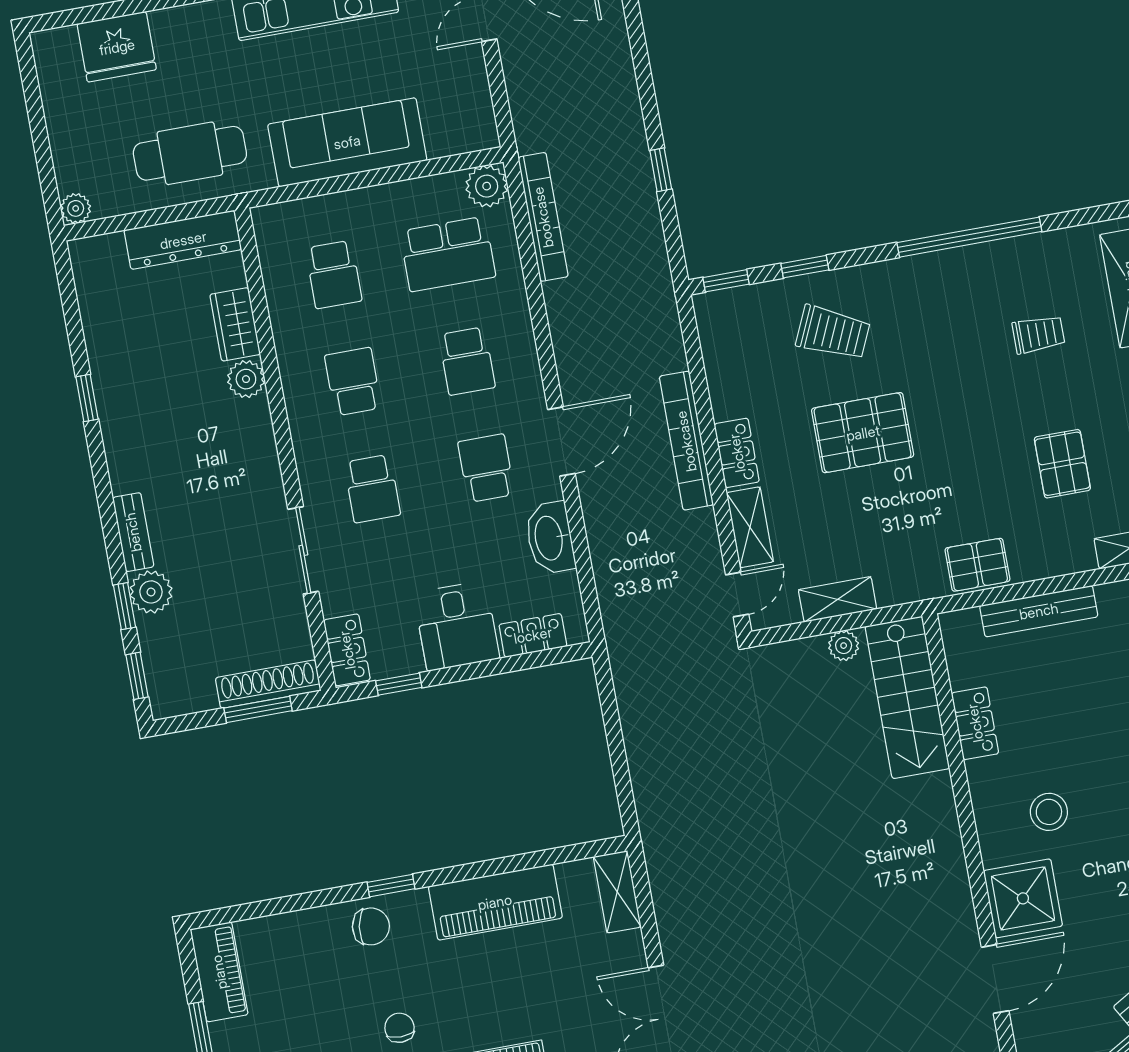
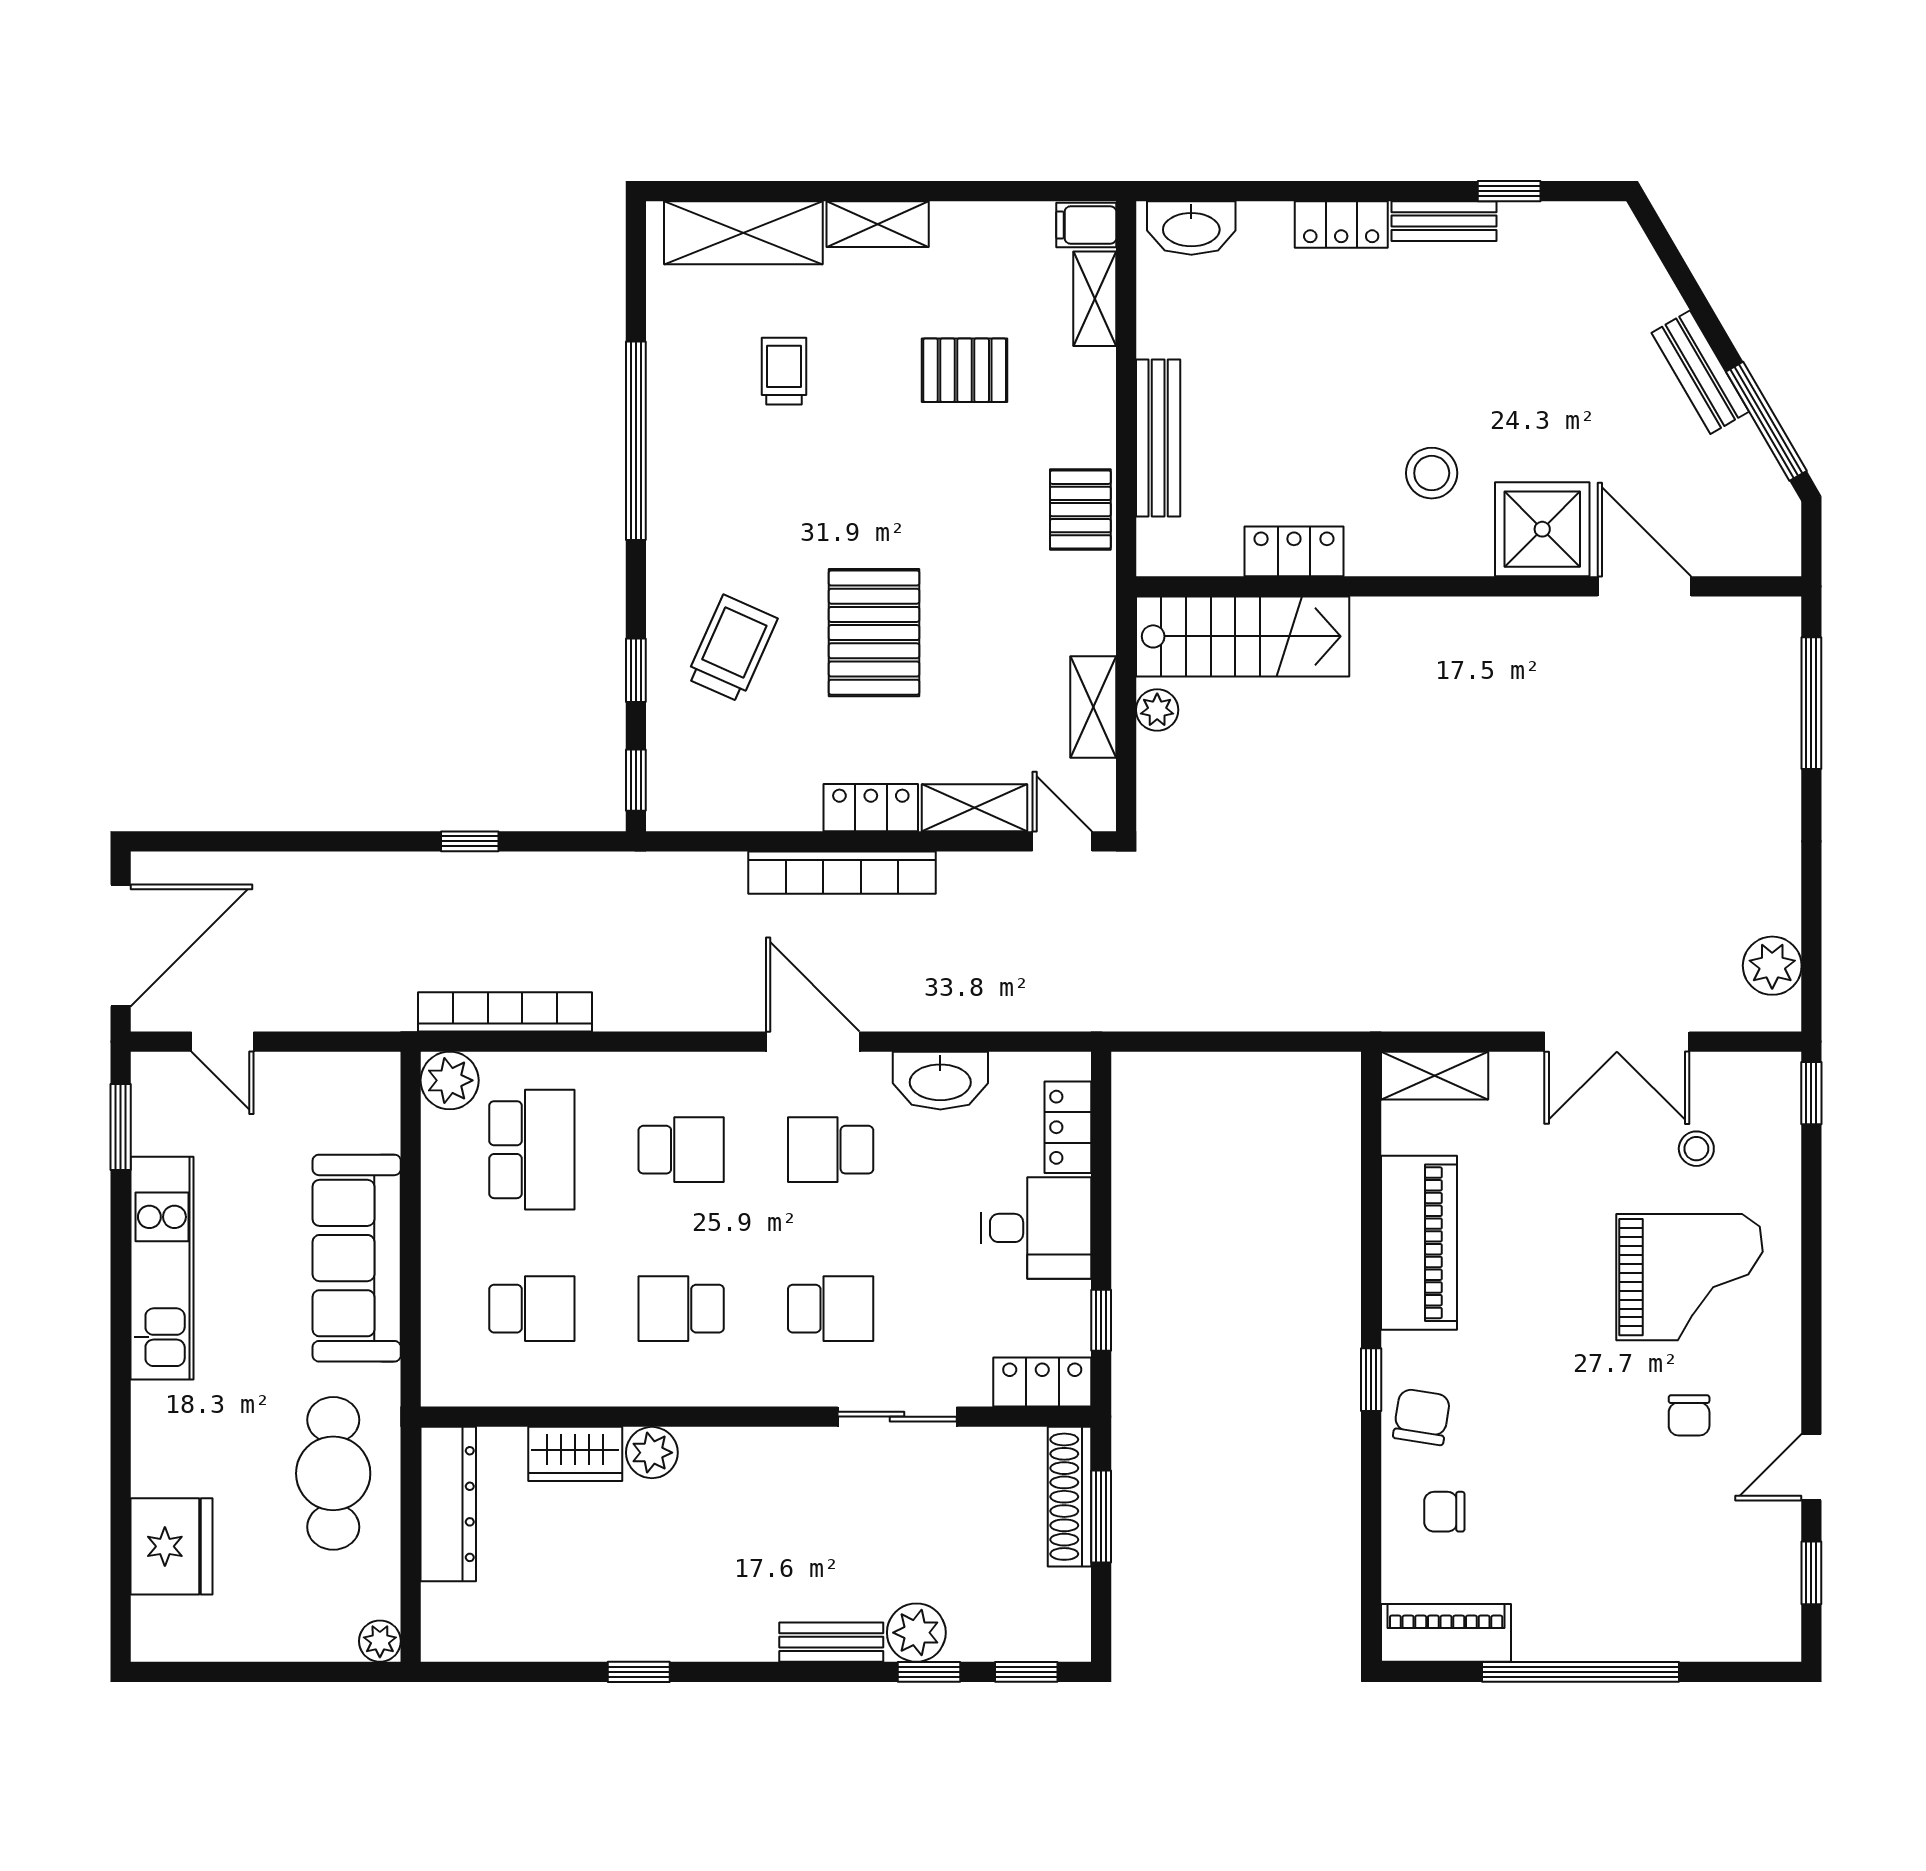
chair: (399, 1028) -> (1444, 1512), moved

